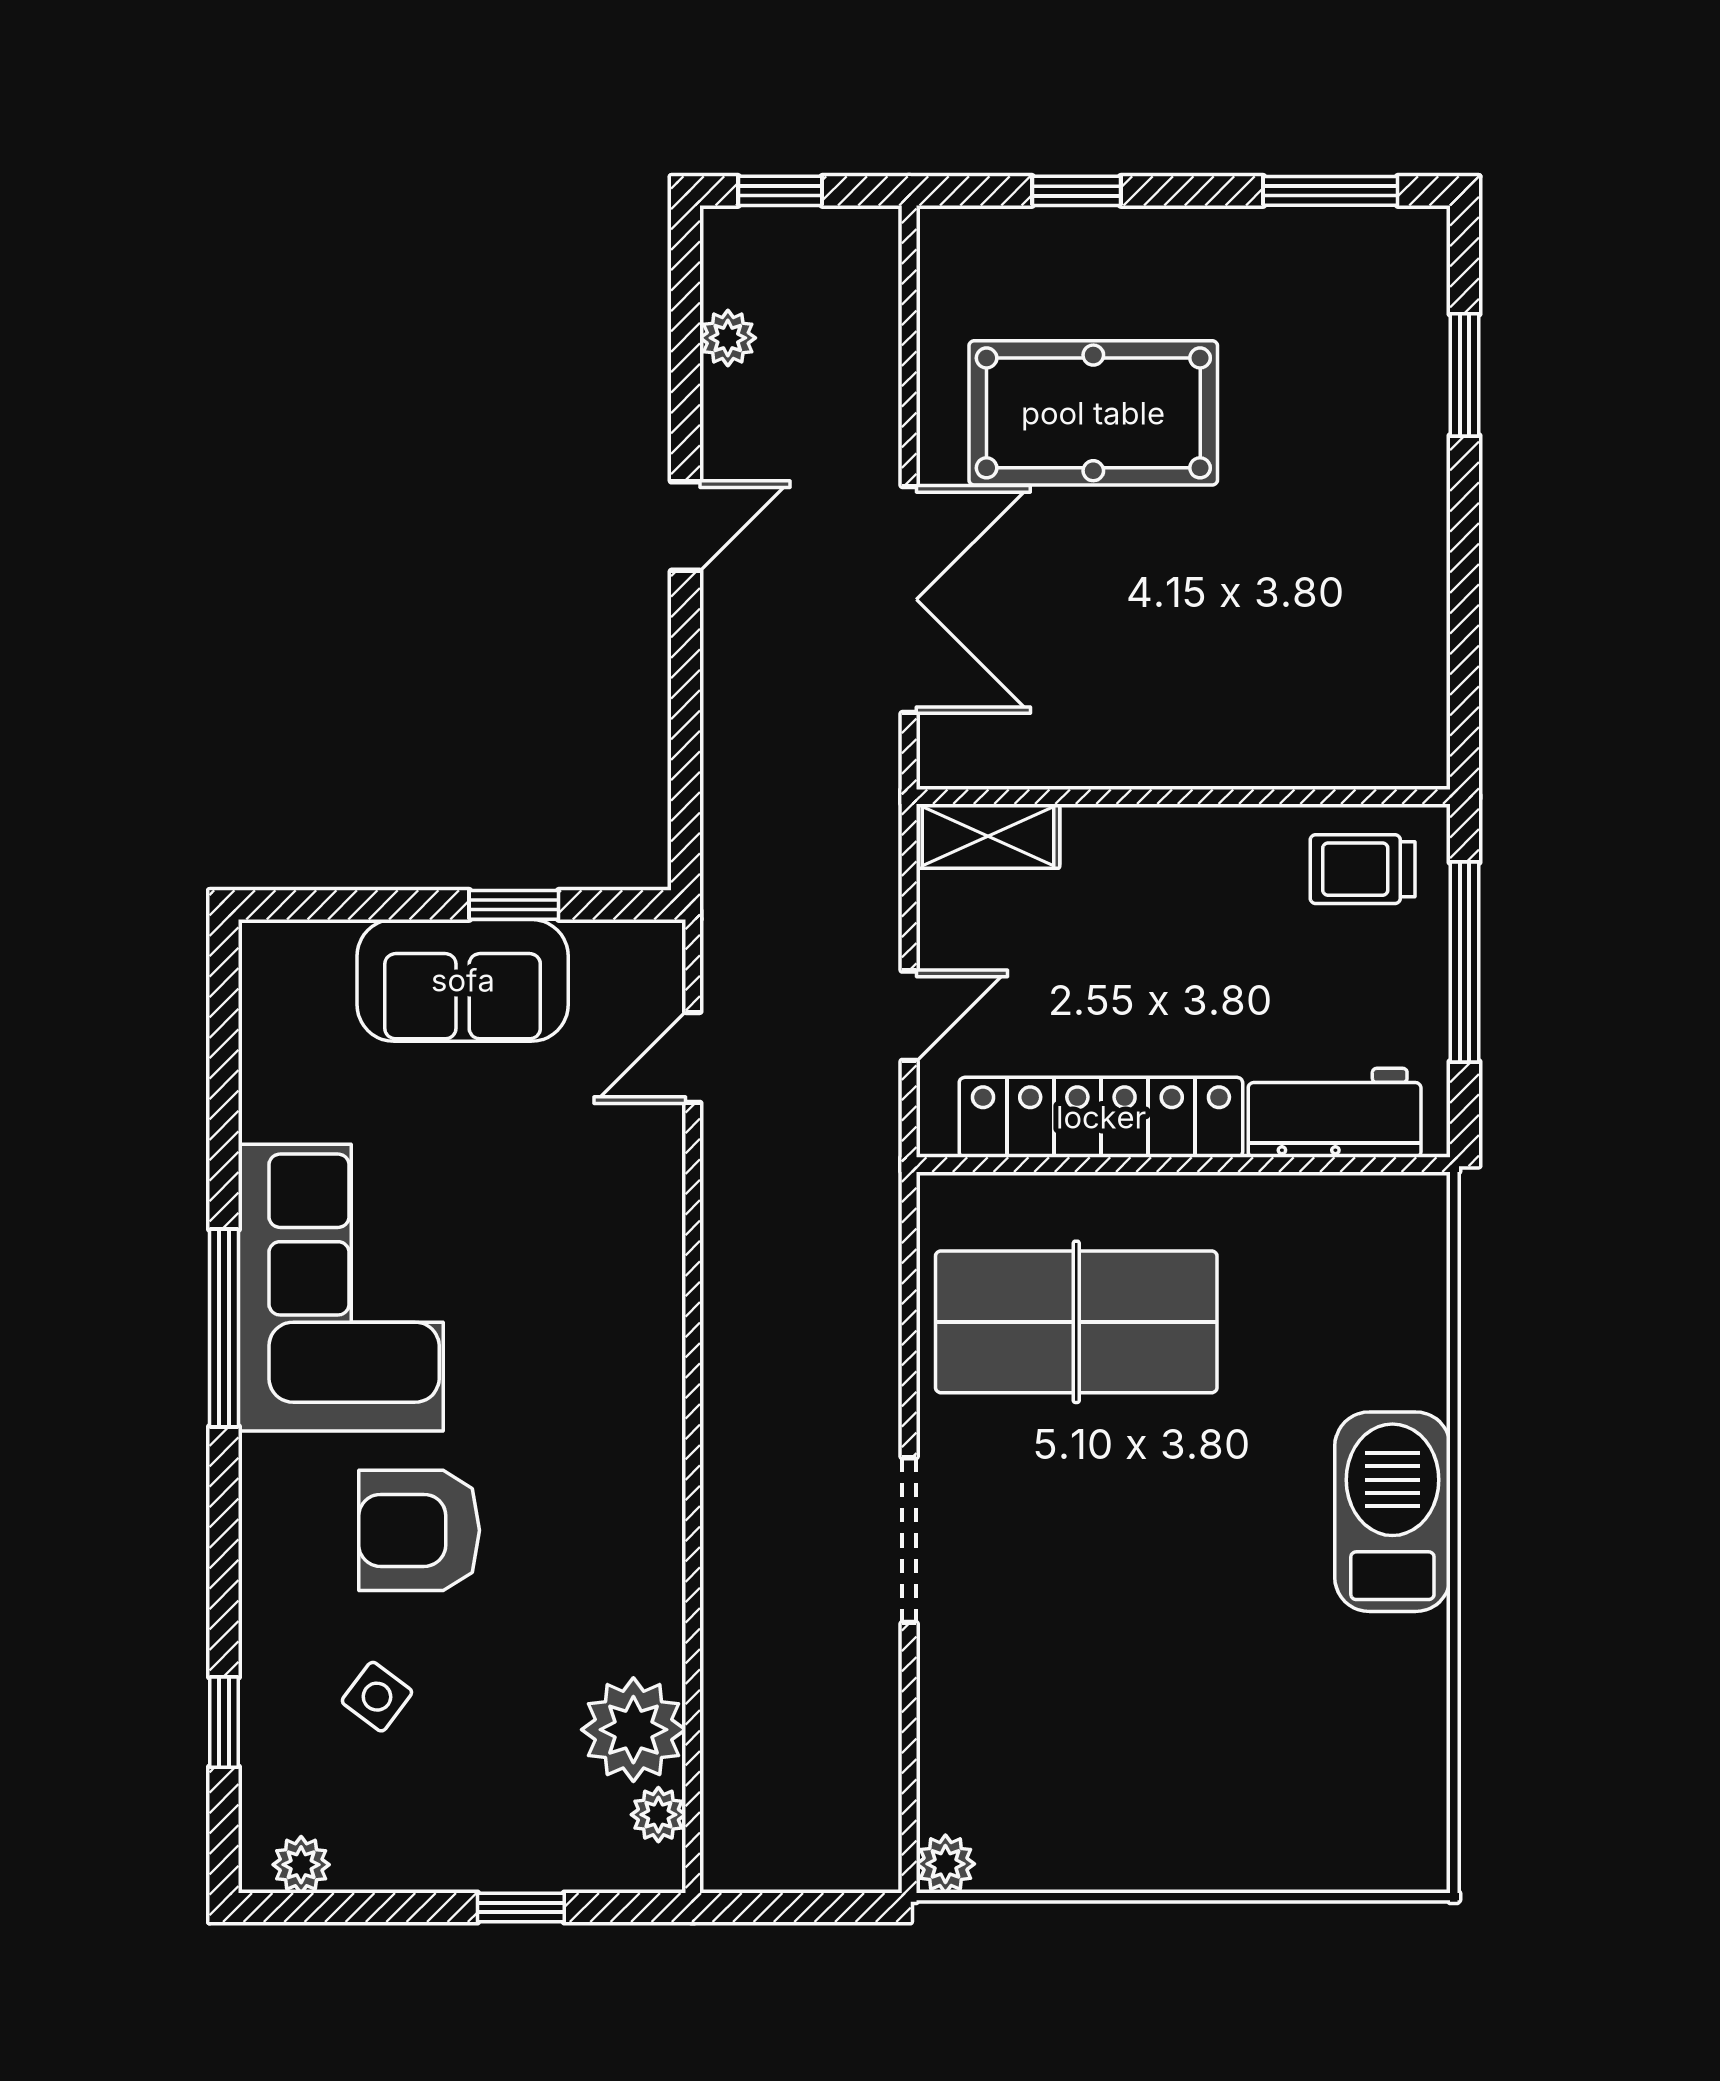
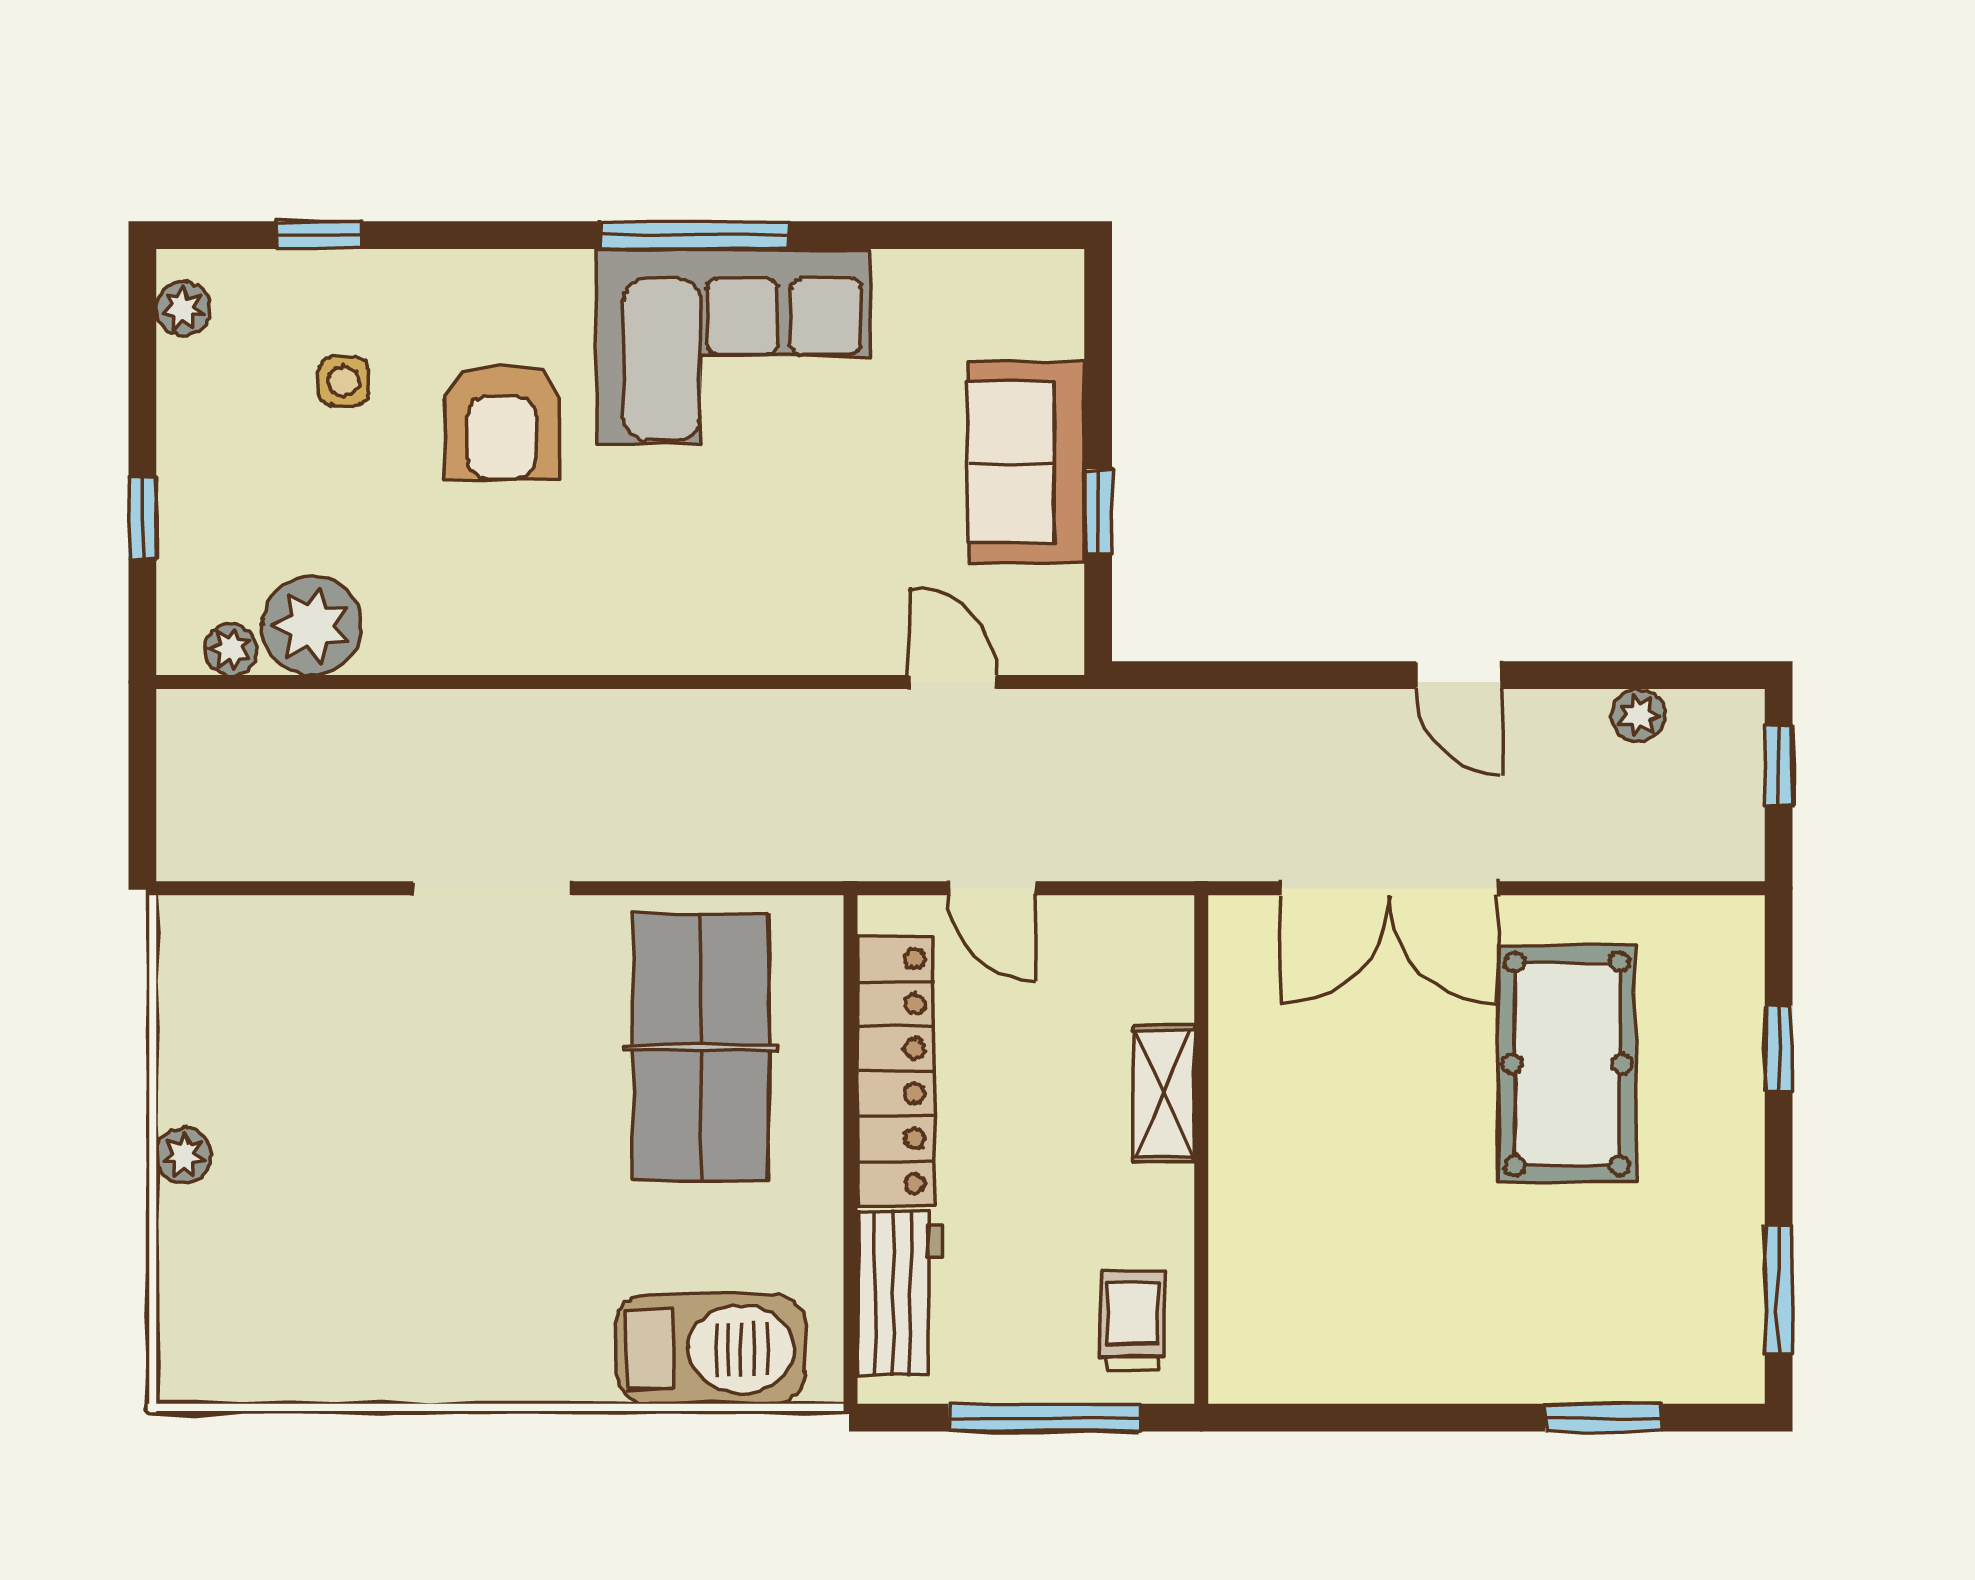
shelving: (988, 836) -> (1164, 1094), moved
barbecue: (1392, 1512) -> (711, 1349), moved
armchair: (419, 1530) -> (502, 421), turned 180
side table: (377, 1697) -> (343, 381), turned -37
plant: (945, 1864) -> (184, 1155), moved

